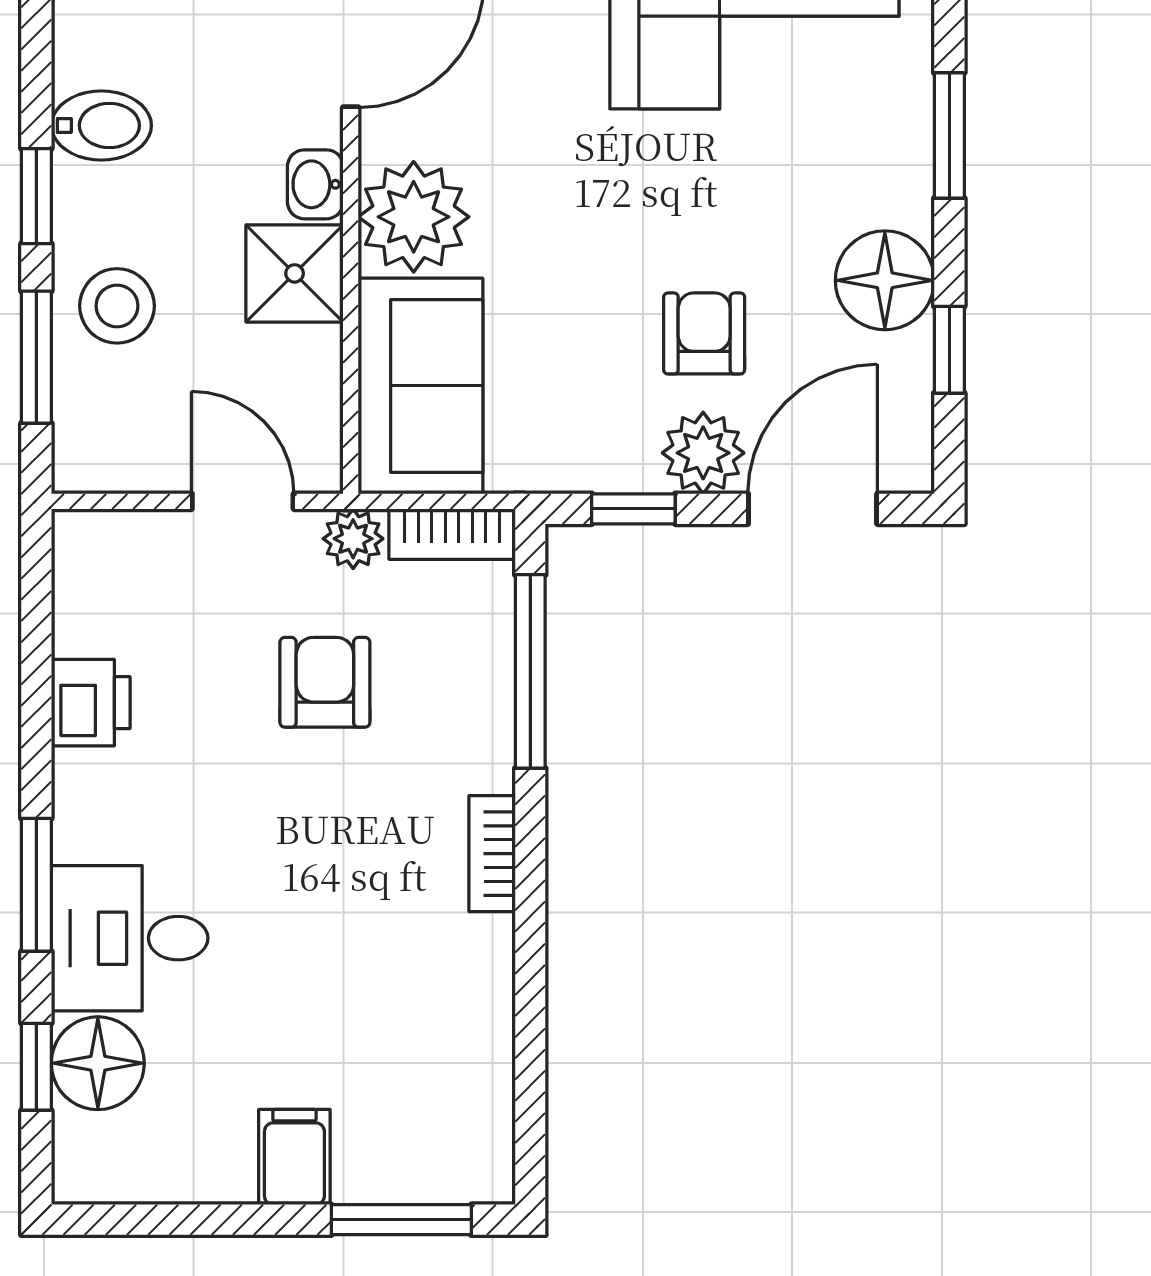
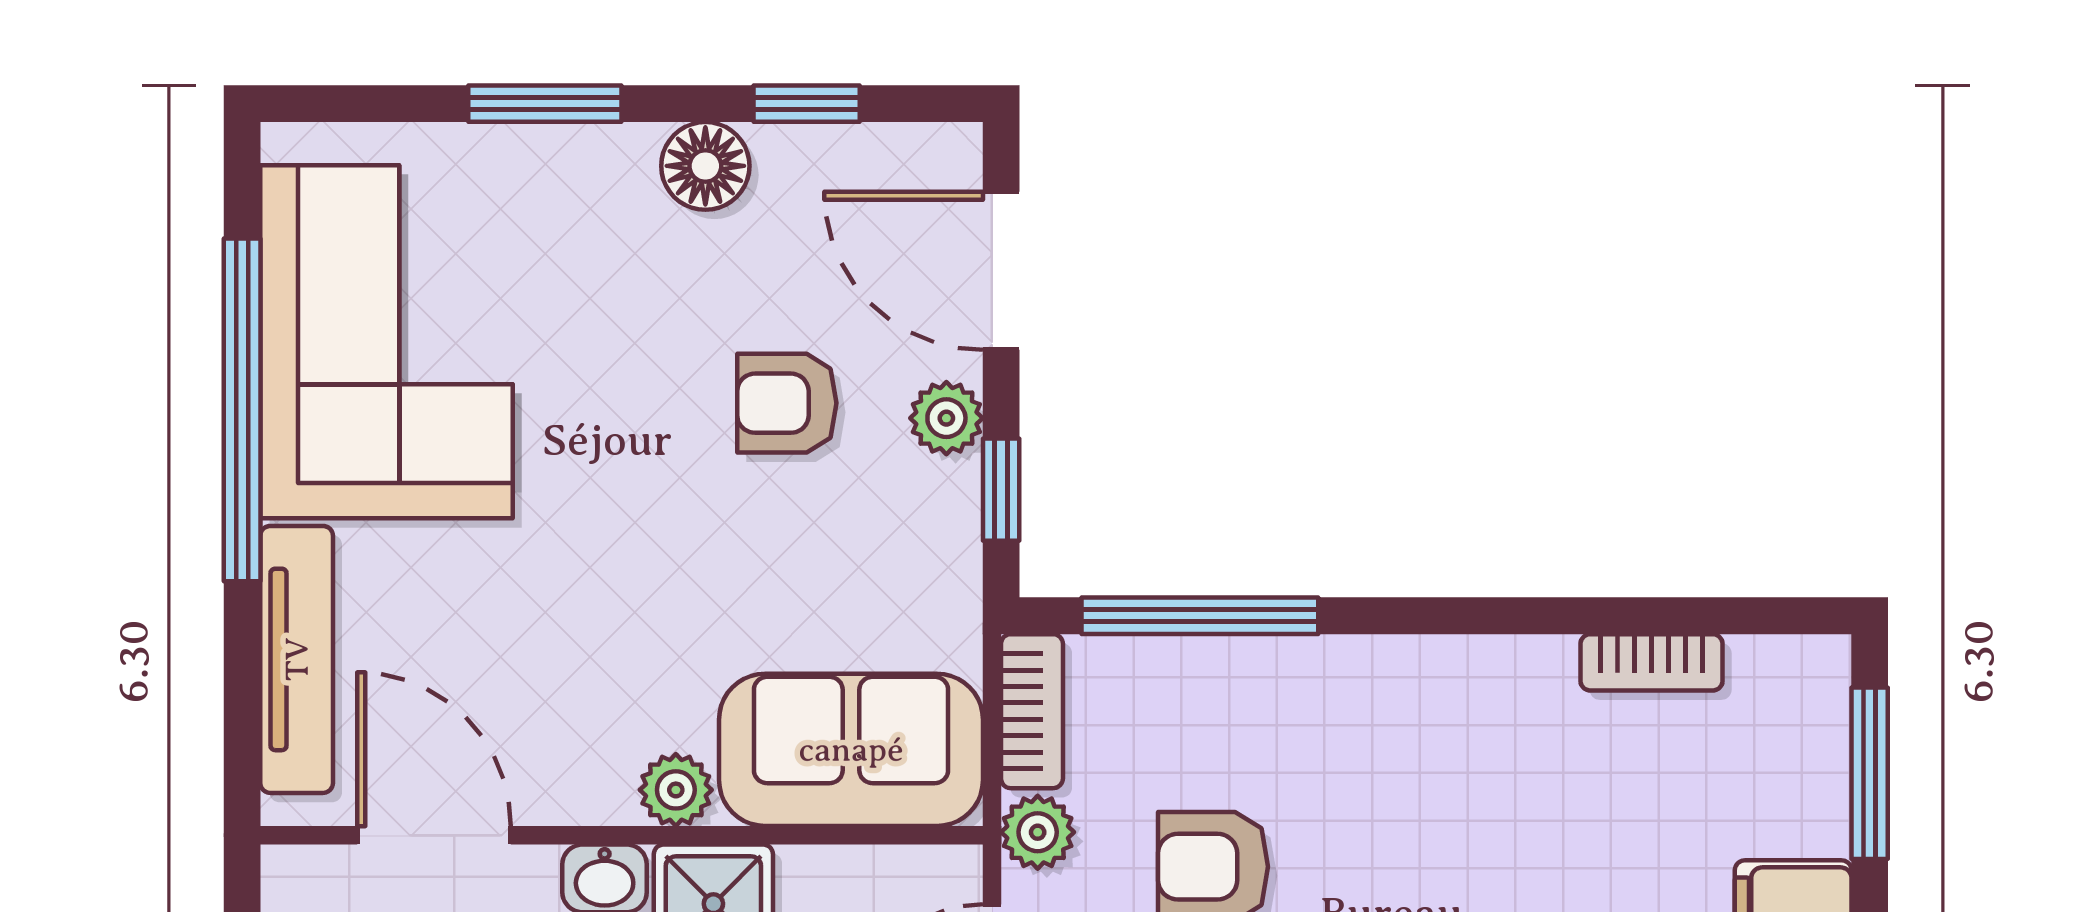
plant: (414, 217) -> (676, 790), width x0.53, depth x0.53
floor lamp: (885, 280) -> (705, 166), width x0.73, depth x0.73
plant: (703, 453) -> (946, 418), width x0.73, depth x0.73
bookcase: (492, 854) -> (1651, 662), moved

